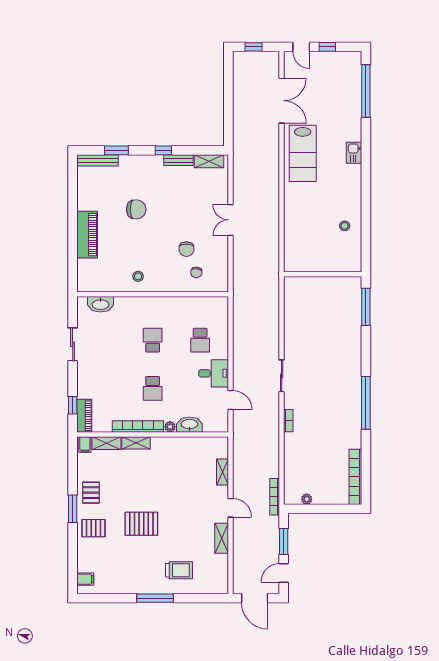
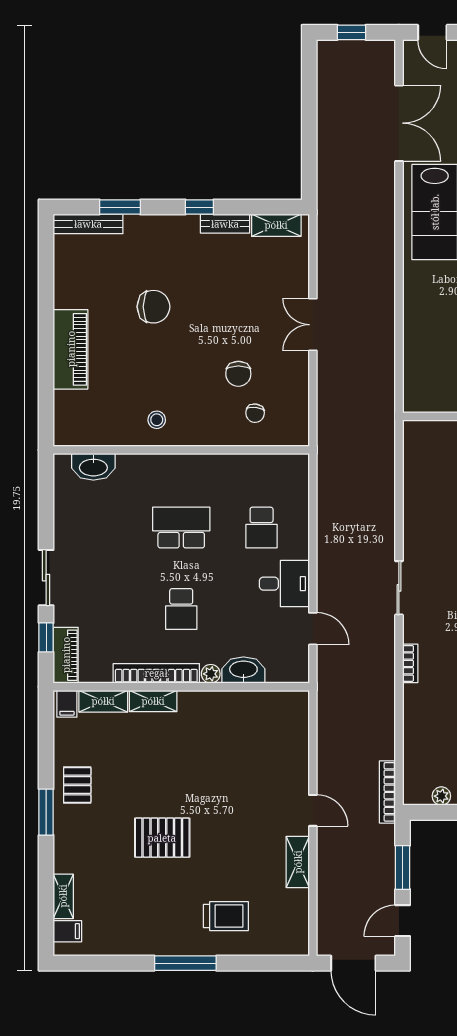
school desk: (153, 340) -> (181, 528), width x1.85
sliding door: (73, 344) -> (46, 578), moved
shelving: (222, 472) -> (63, 896), moved
pallet: (93, 528) -> (81, 845), removed

